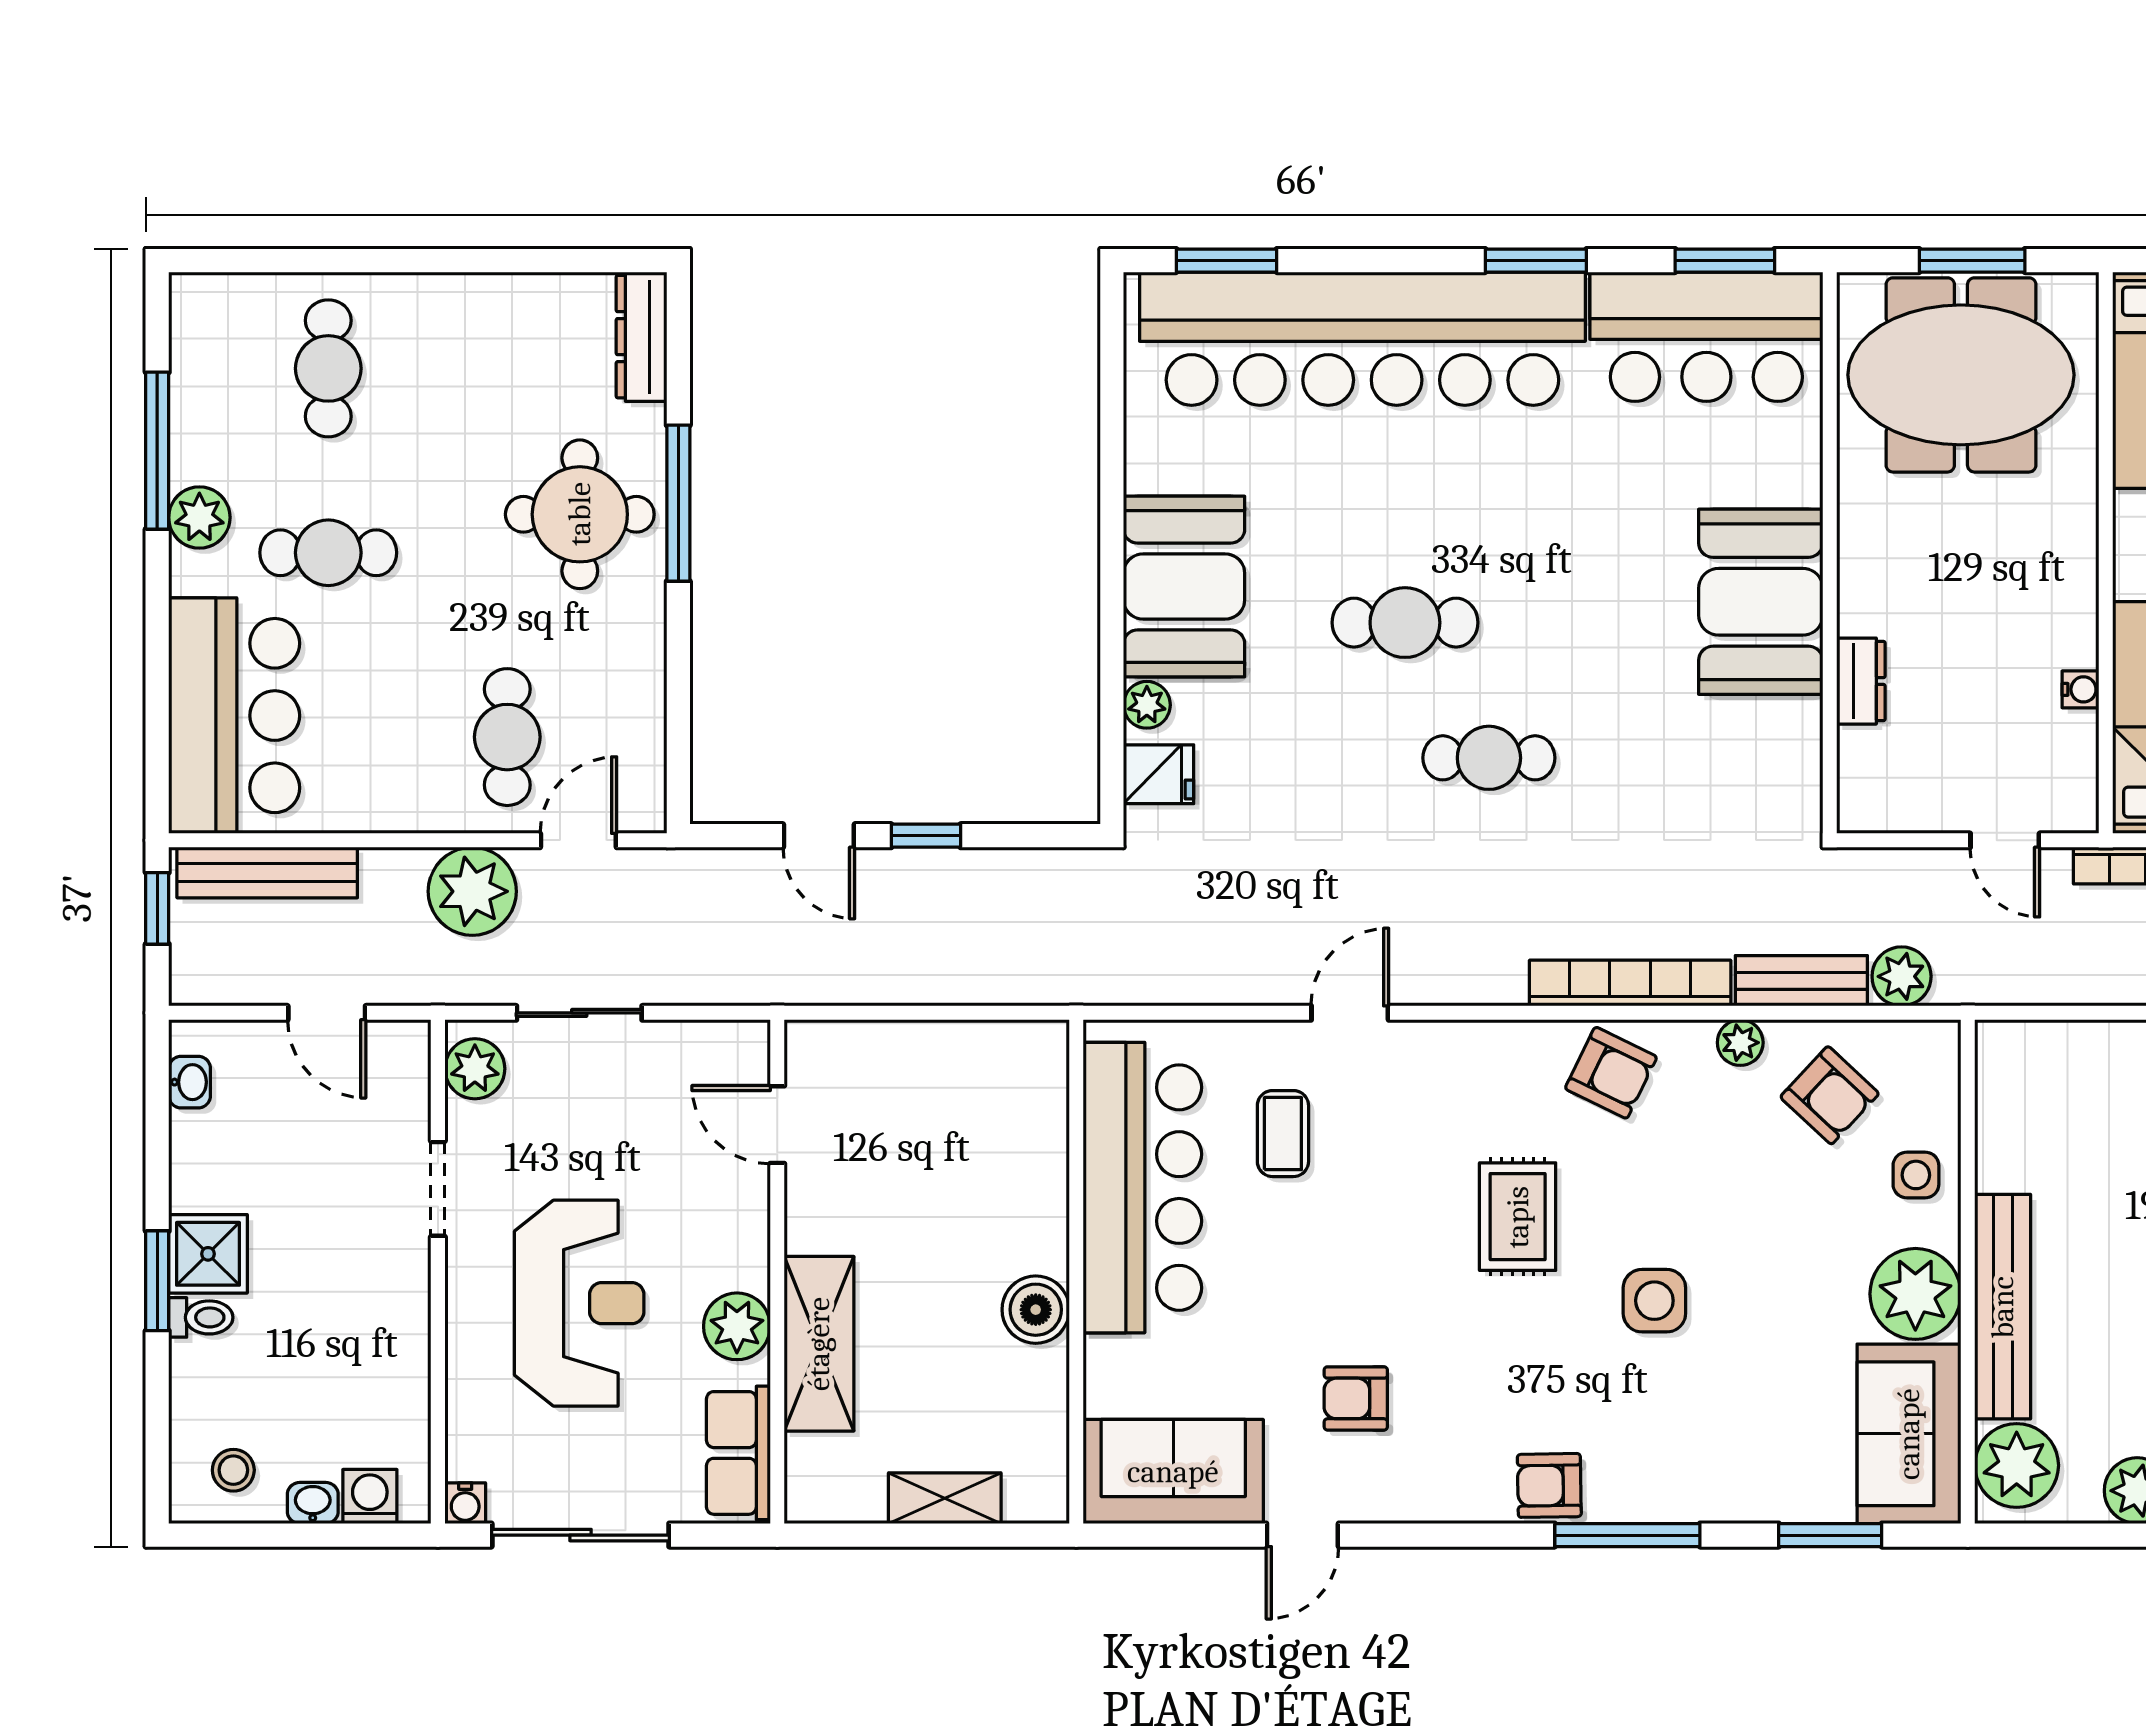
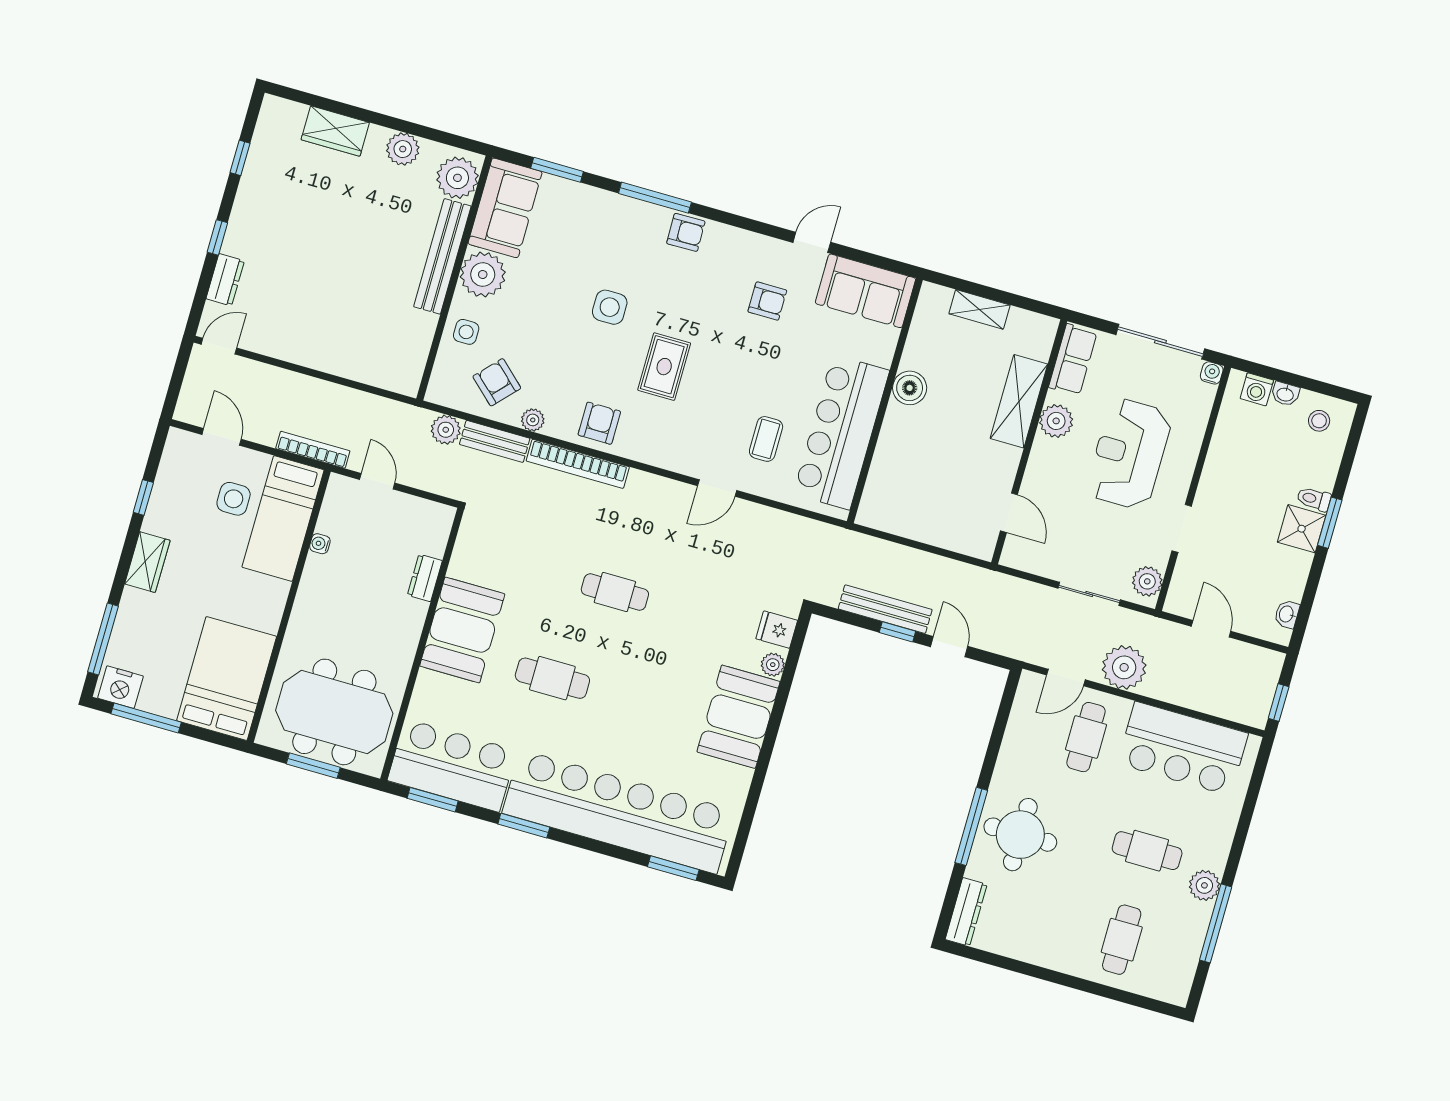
cafe table: (1405, 623) -> (552, 678), moved
bar counter: (234, 716) -> (1183, 748), moved, turned -90
bench: (267, 872) -> (885, 609), moved
armchair: (1611, 1073) -> (599, 423), turned 64

